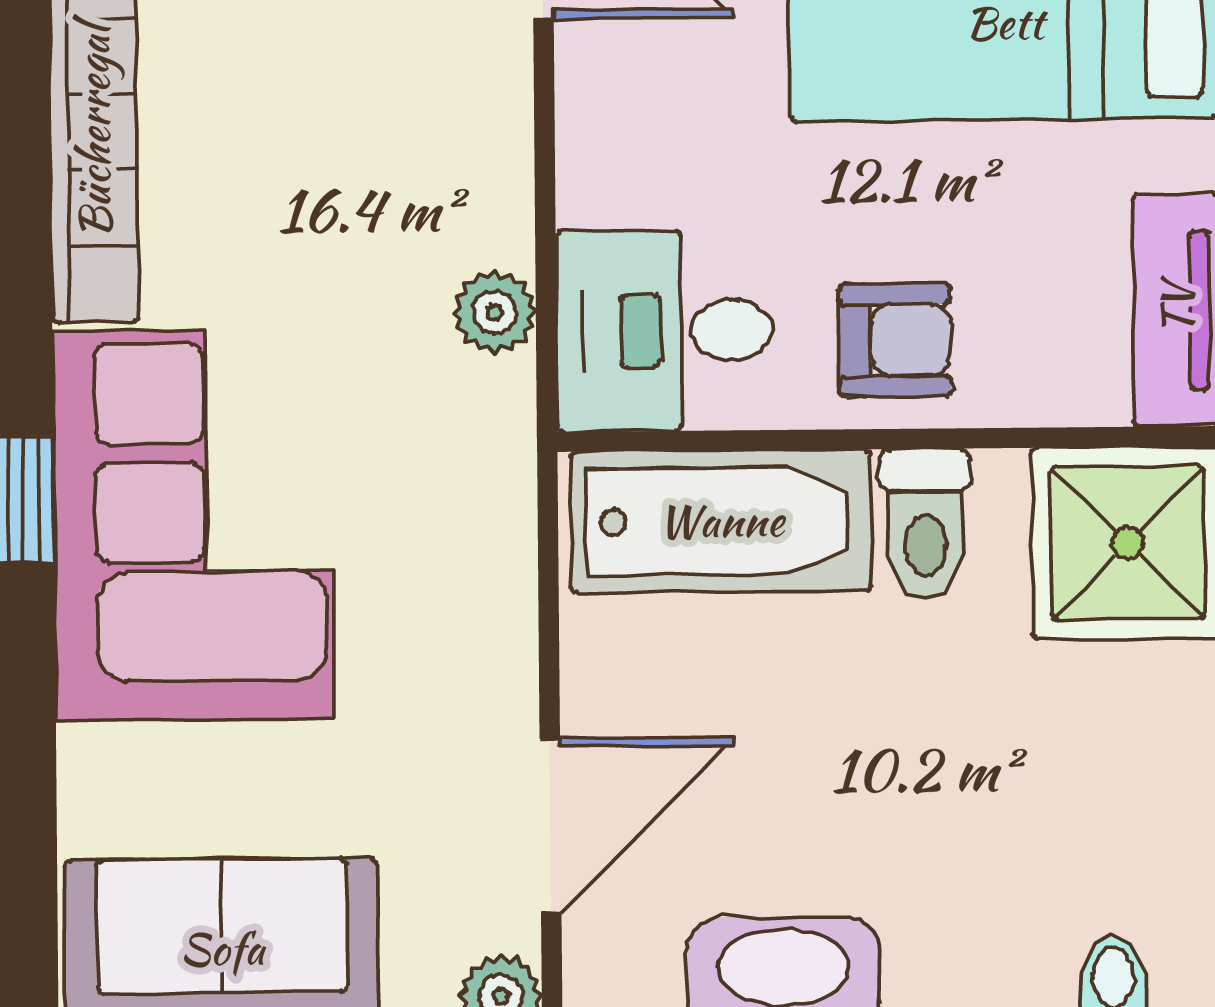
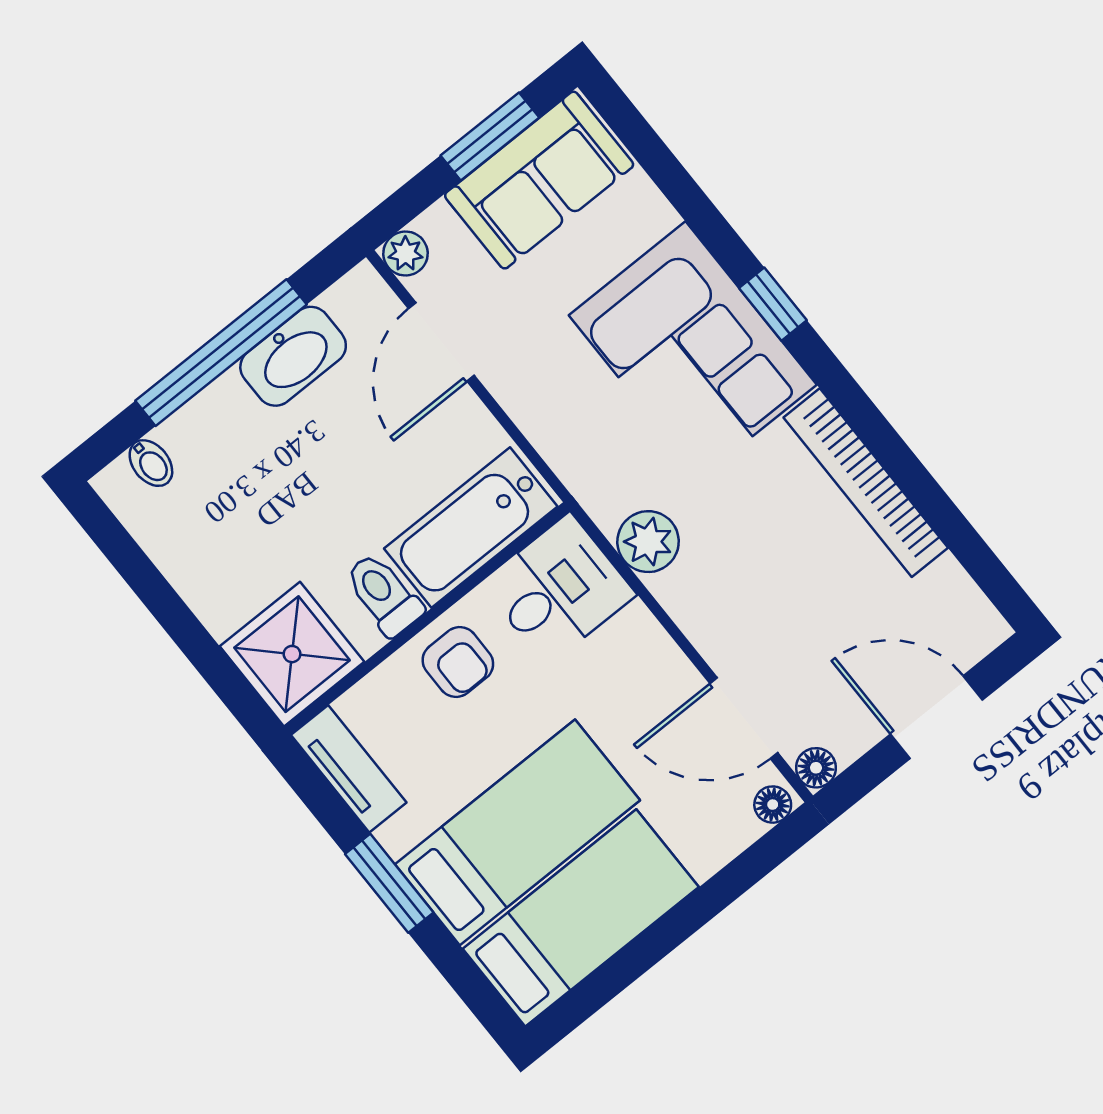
plant: (495, 312) -> (648, 542), width x1.38, depth x1.38
armchair: (895, 340) -> (458, 662), turned -90

